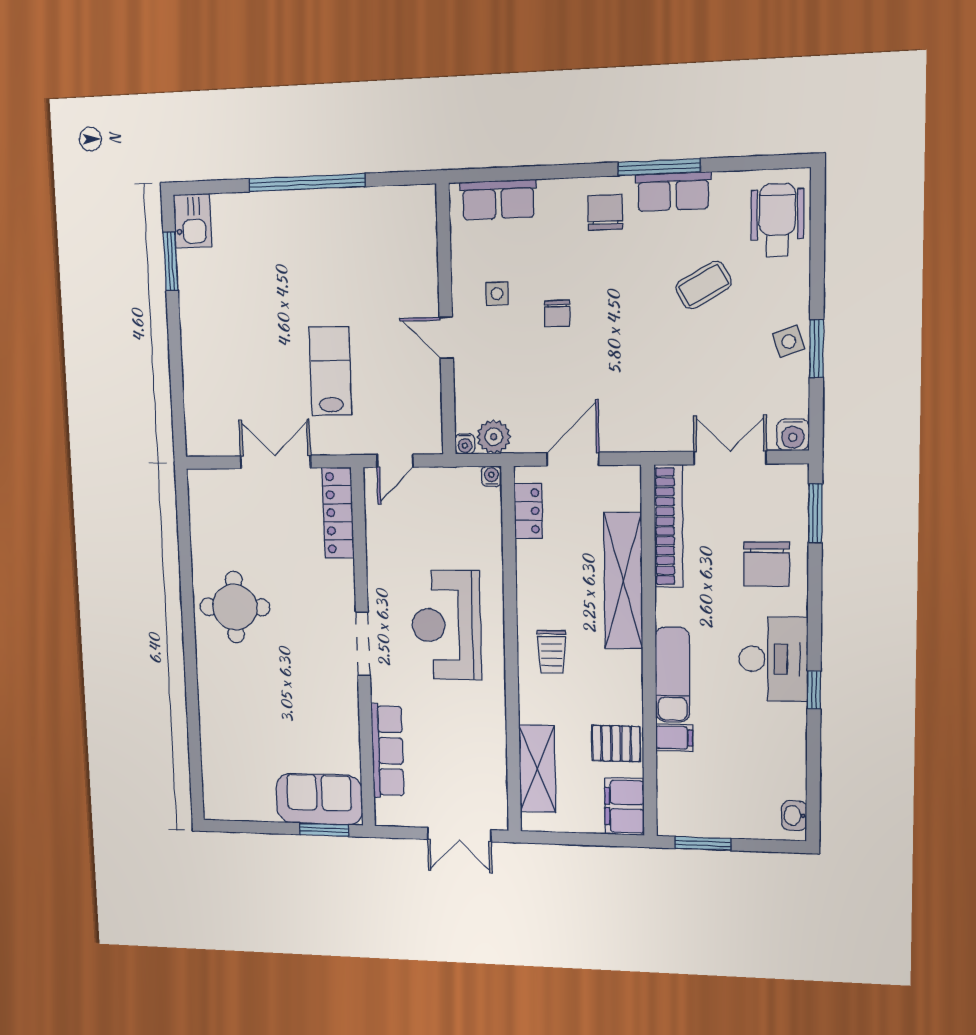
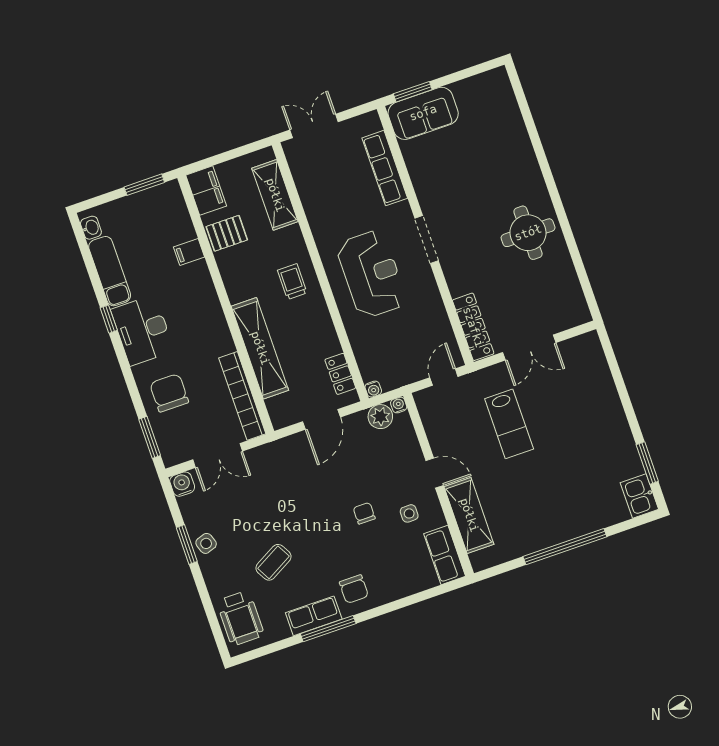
row of seats: (498, 200) -> (445, 555), moved, turned -90
shelving: (419, 265) -> (469, 515), added
exam couch: (672, 675) -> (110, 271), moved, turned 180

